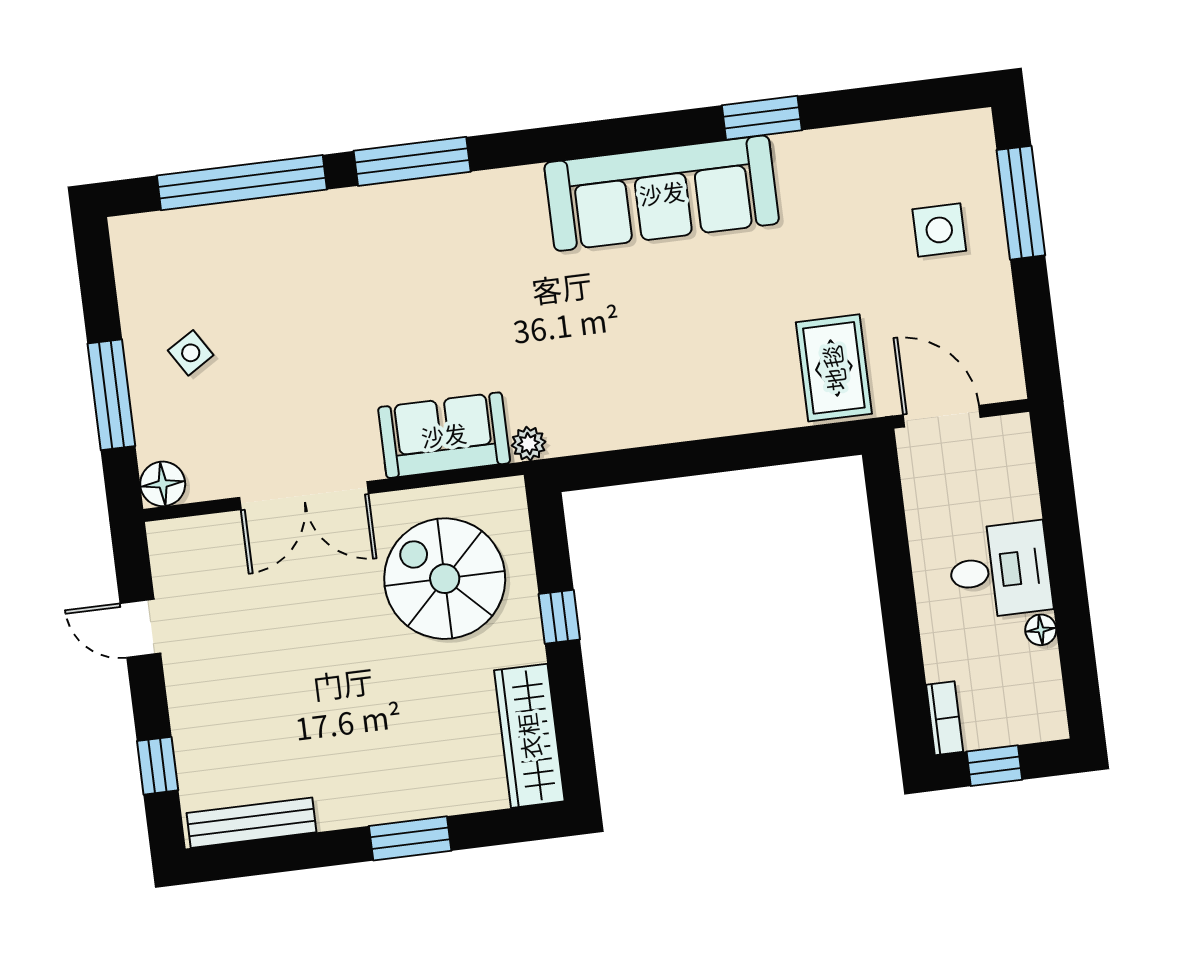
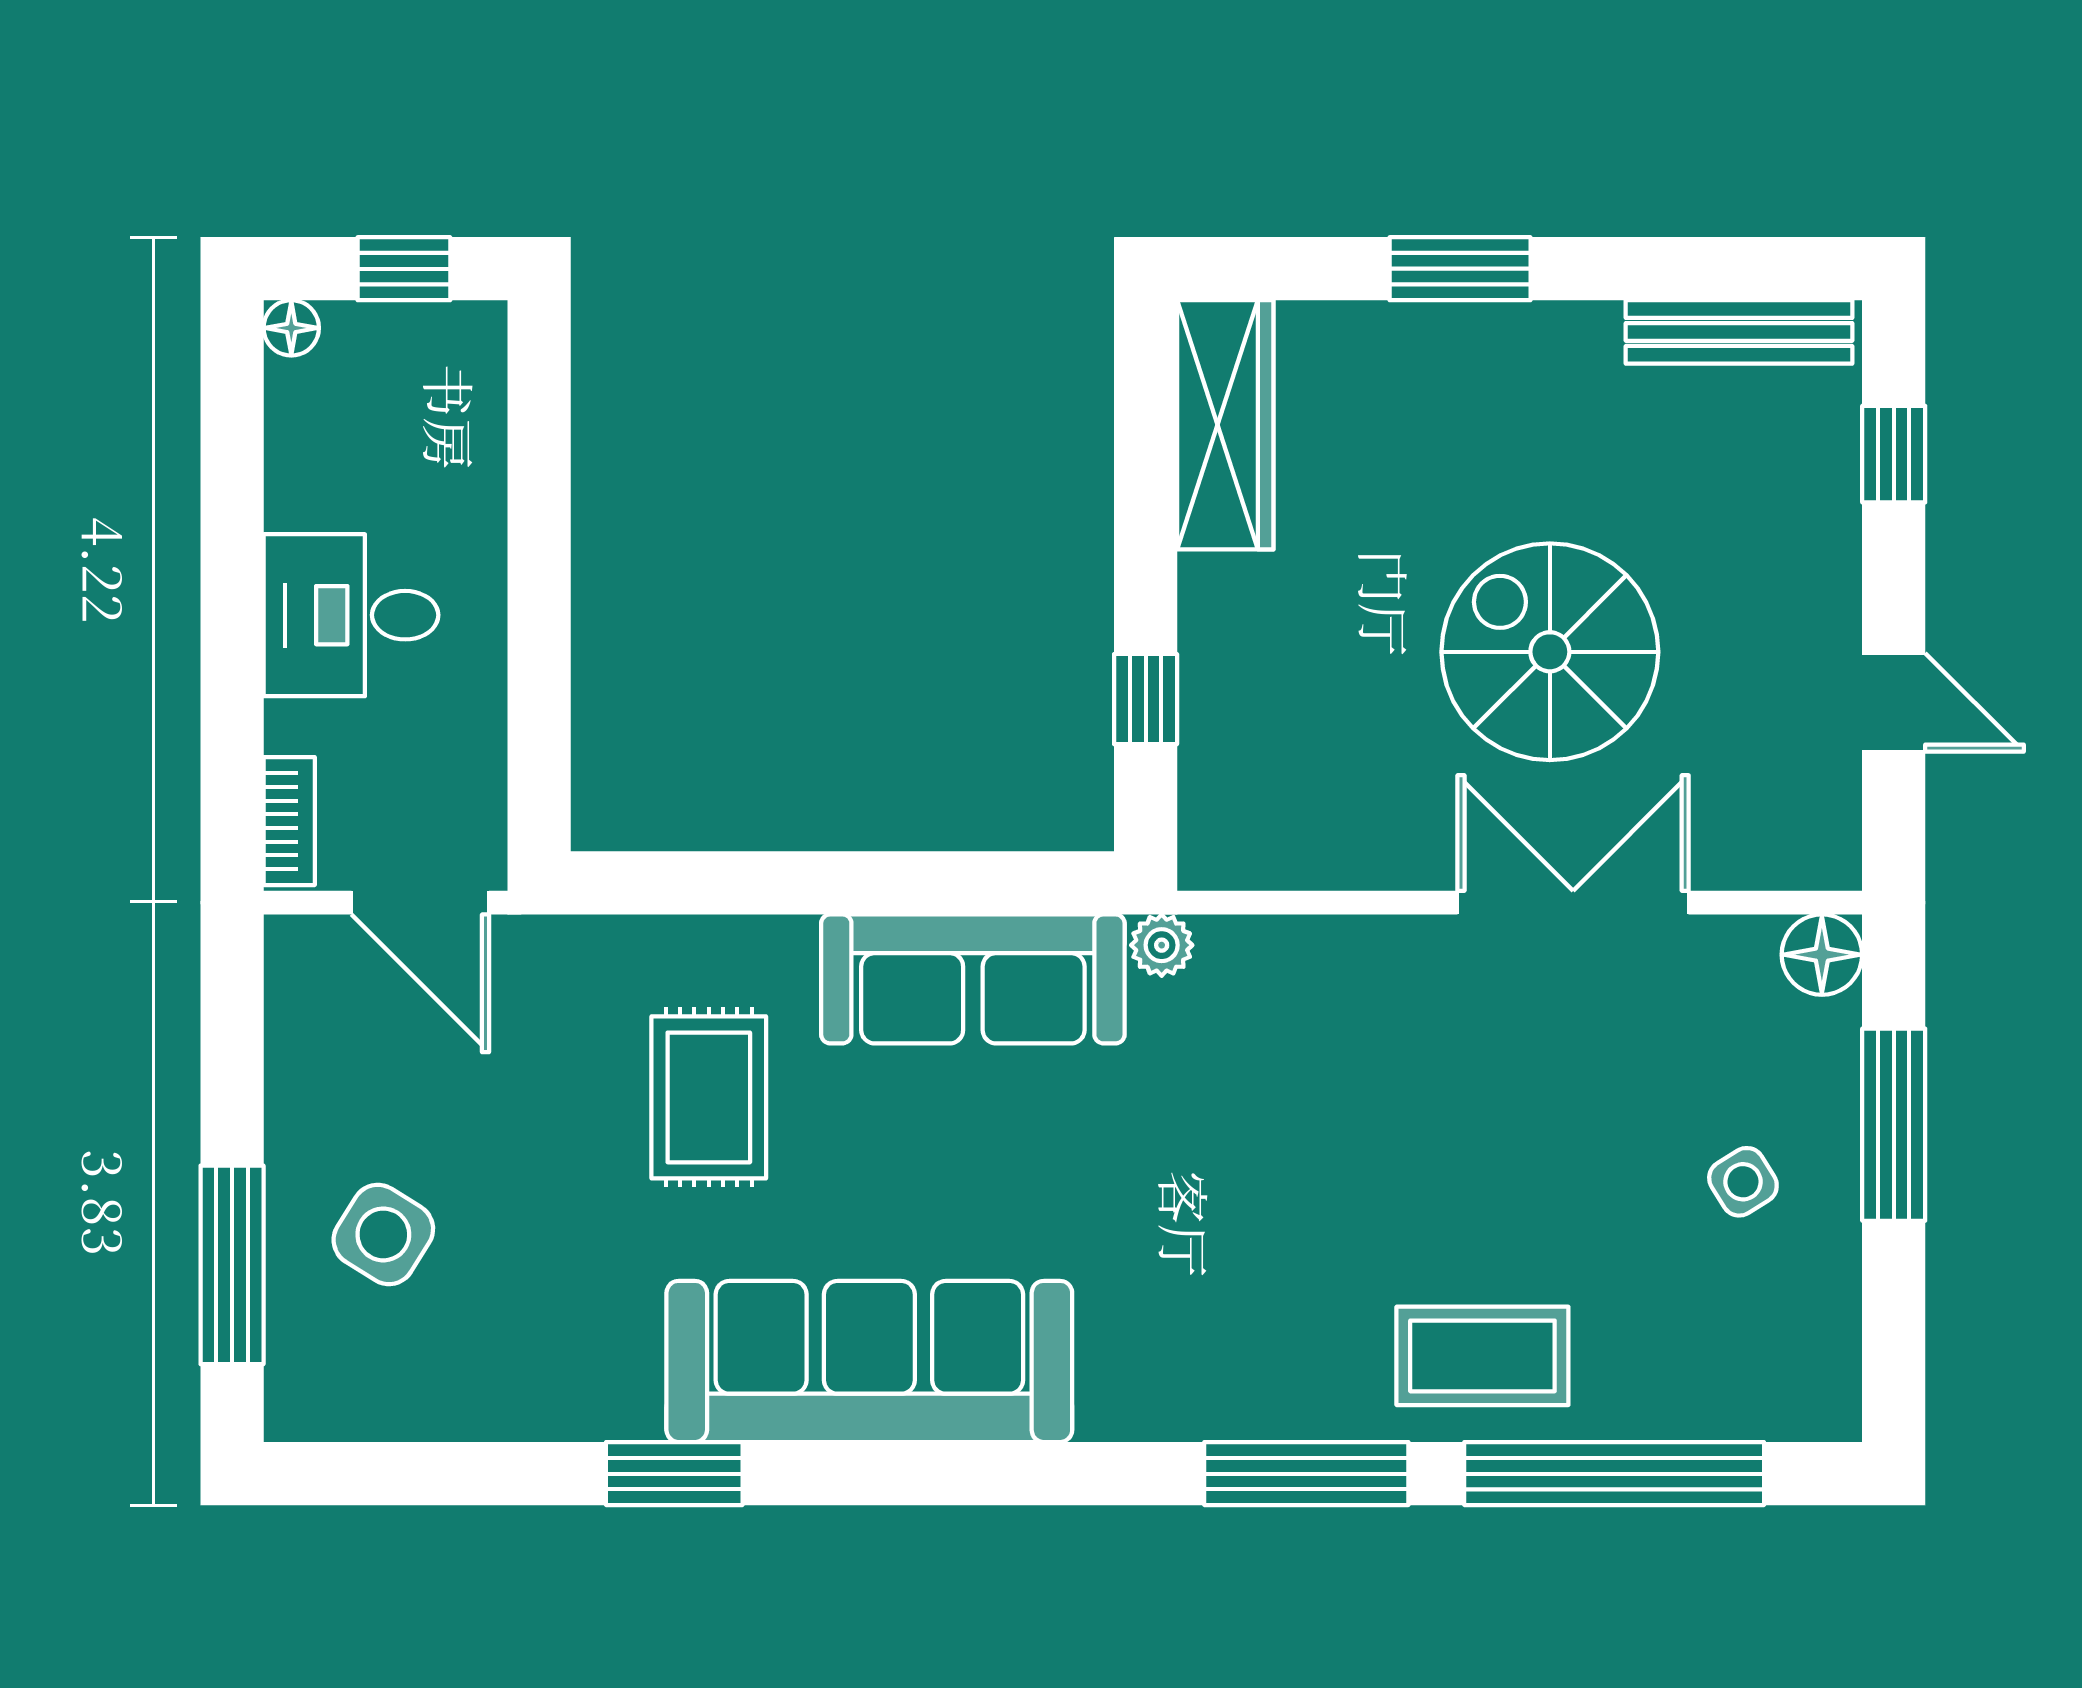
side table: (939, 230) -> (383, 1234), turned 32
coffee table: (323, 239) -> (1482, 1356), added
rug: (834, 368) -> (709, 1097), moved
sofa: (444, 435) -> (973, 979), moved, width x1.36
spiral stairs: (445, 579) -> (1550, 652), moved, turned 180
window: (559, 617) -> (1146, 699), moved
floor lamp: (1041, 630) -> (291, 328), moved
bookcase: (945, 718) -> (289, 821), moved, turned 180

